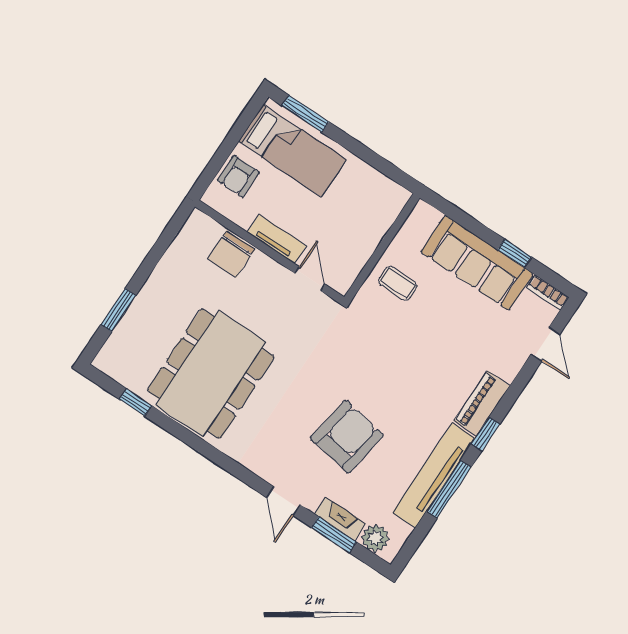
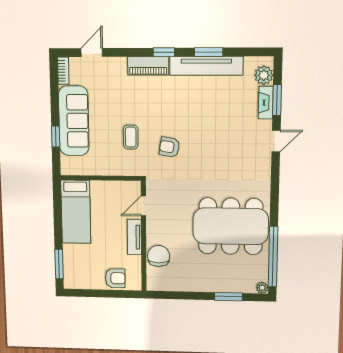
bed: (292, 151) -> (76, 212), moved, turned 180
window: (515, 253) -> (56, 137), moved
chair: (231, 254) -> (159, 256), turned -90
coffee table: (398, 283) -> (131, 137), moved
plant: (103, 362) -> (262, 288), added
window: (136, 402) -> (273, 257), width x3.17
armchair: (347, 437) -> (169, 147), moved, width x0.53, depth x0.53
window: (449, 489) -> (209, 52), width x0.69

